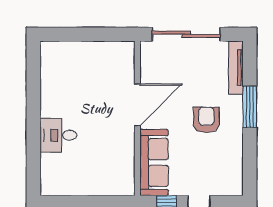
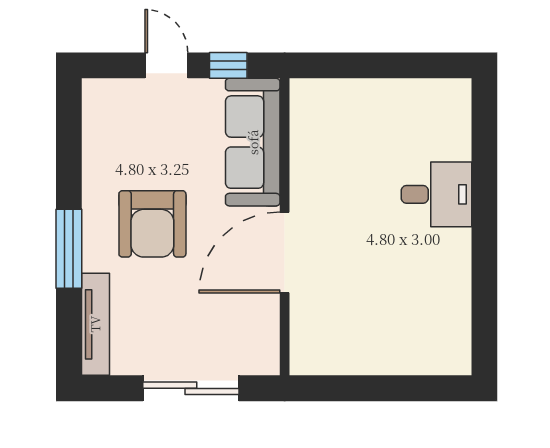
sliding door: (186, 34) -> (191, 388), width x0.73
armchair: (206, 120) -> (152, 224), width x1.36, depth x1.36

